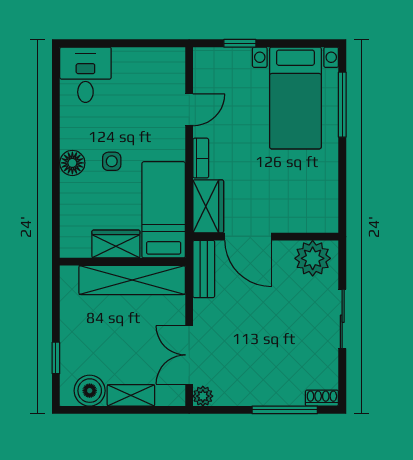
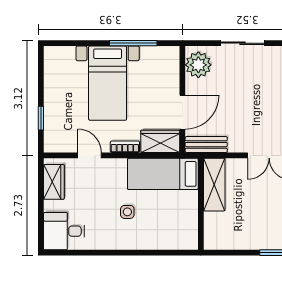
bed with nightstands: (295, 98) -> (108, 83), moved, turned 90
window: (342, 105) -> (133, 43), moved
floor lamp: (72, 163) -> (129, 241), removed
wardrobe: (116, 244) -> (54, 182), moved, turned 180
shelving: (132, 280) -> (214, 185), width x0.68

